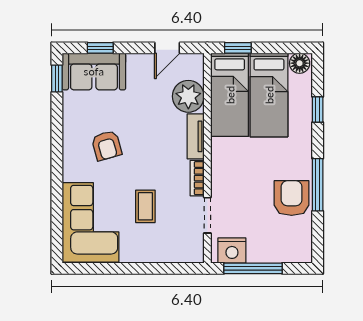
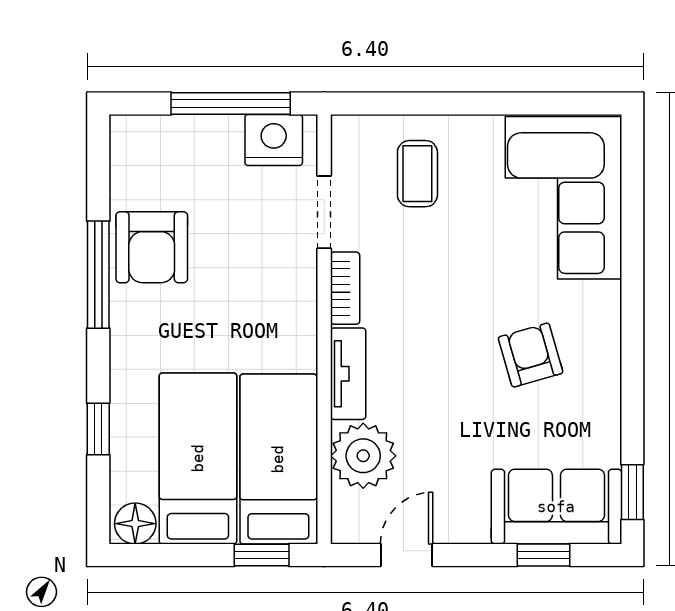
coffee table: (145, 206) -> (417, 174), moved

